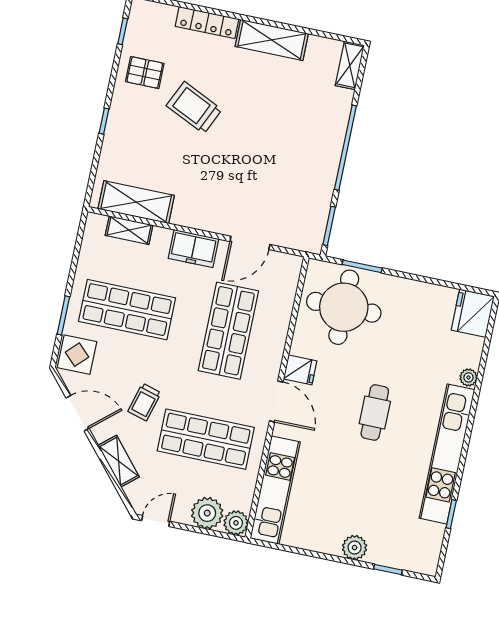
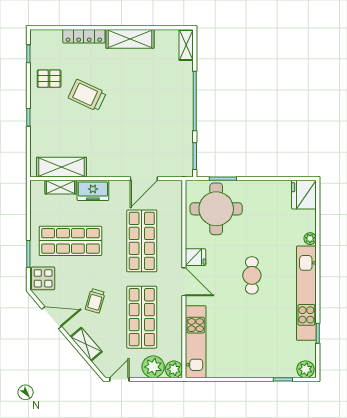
freezer: (193, 249) -> (93, 190), moved
shop shelf: (206, 439) -> (142, 317), turned 90
plant: (355, 548) -> (306, 369), moved

